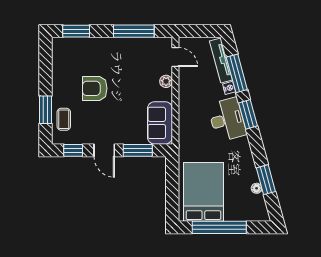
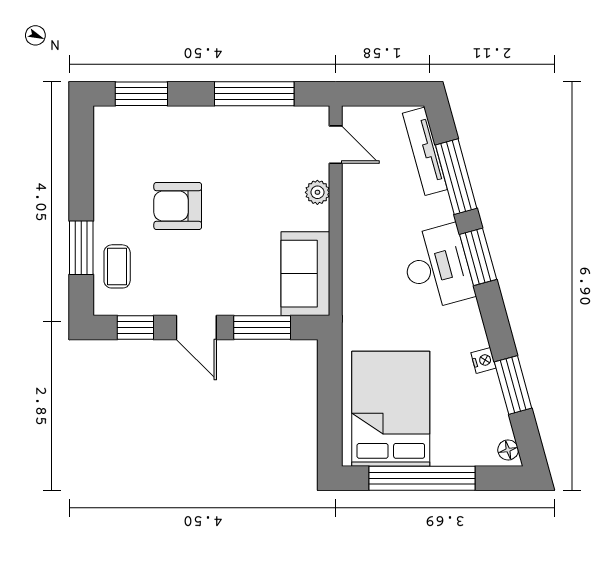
nightstand: (229, 88) -> (483, 360), moved
floor lamp: (257, 188) -> (508, 450), moved

